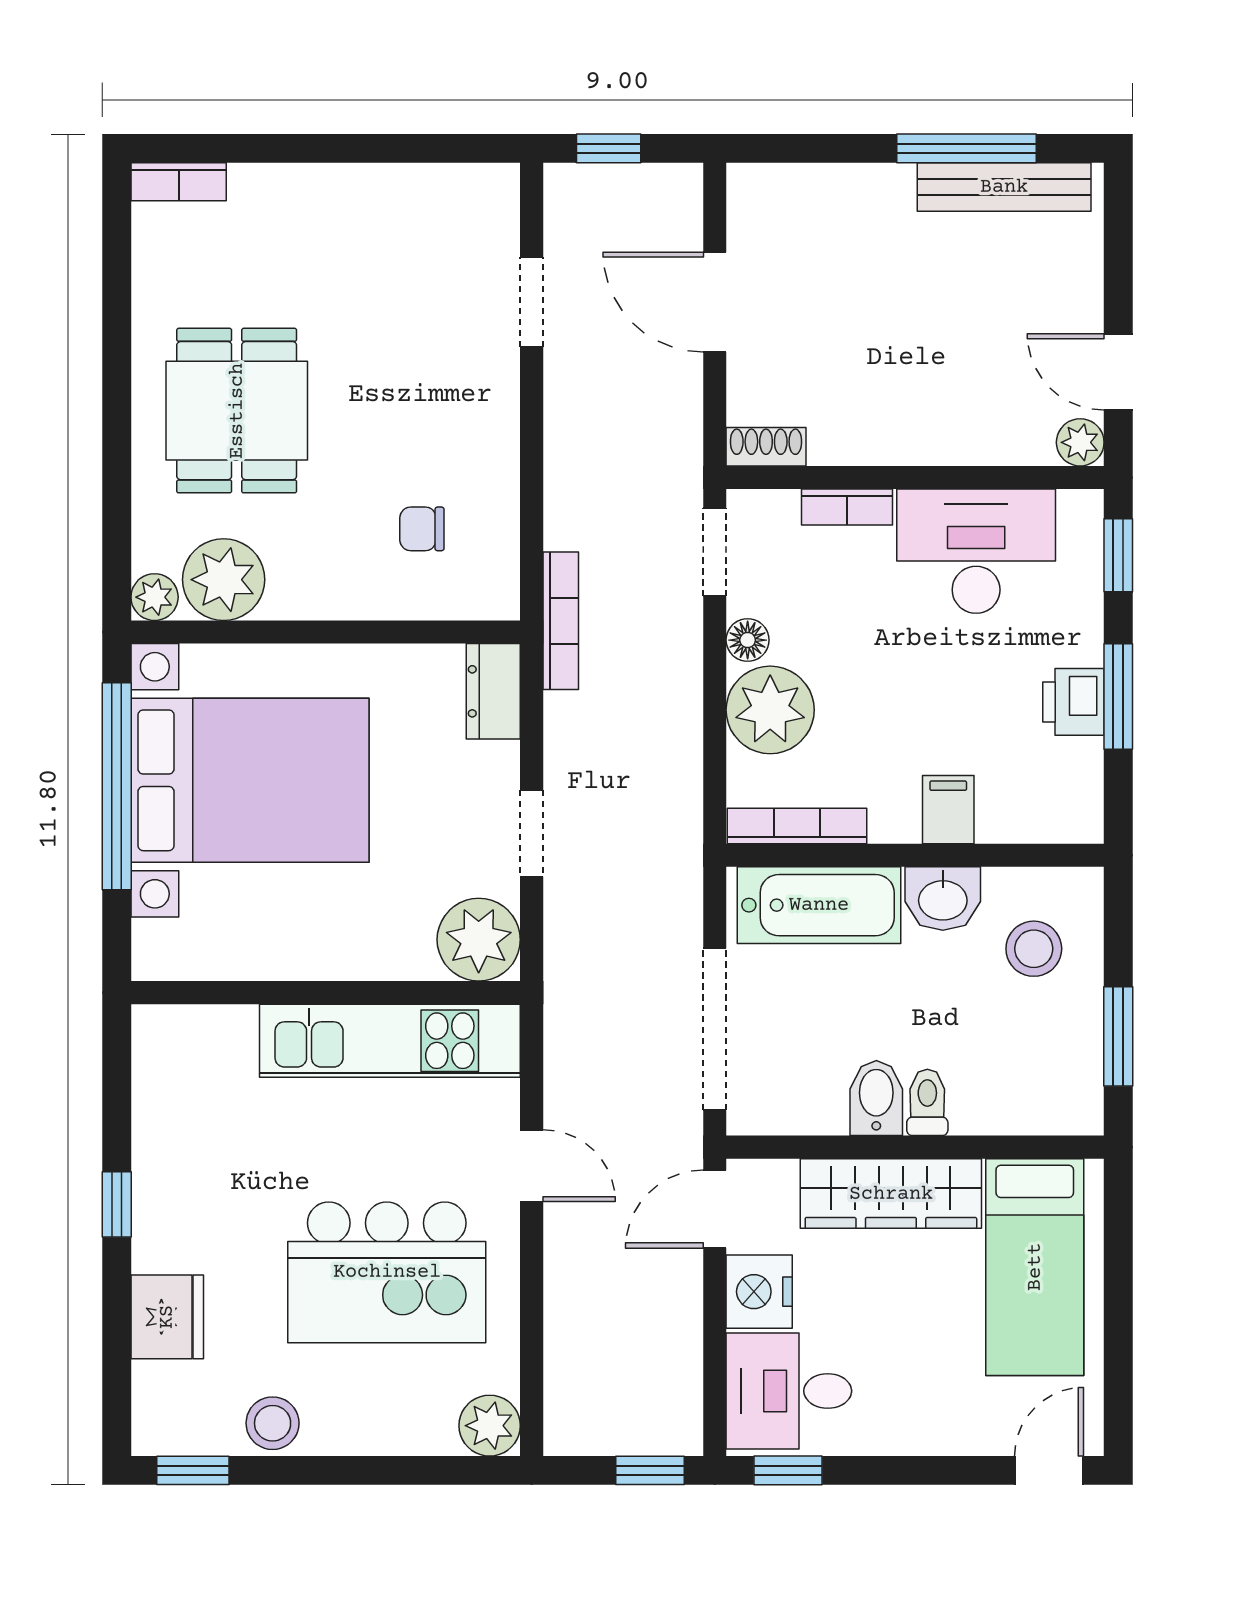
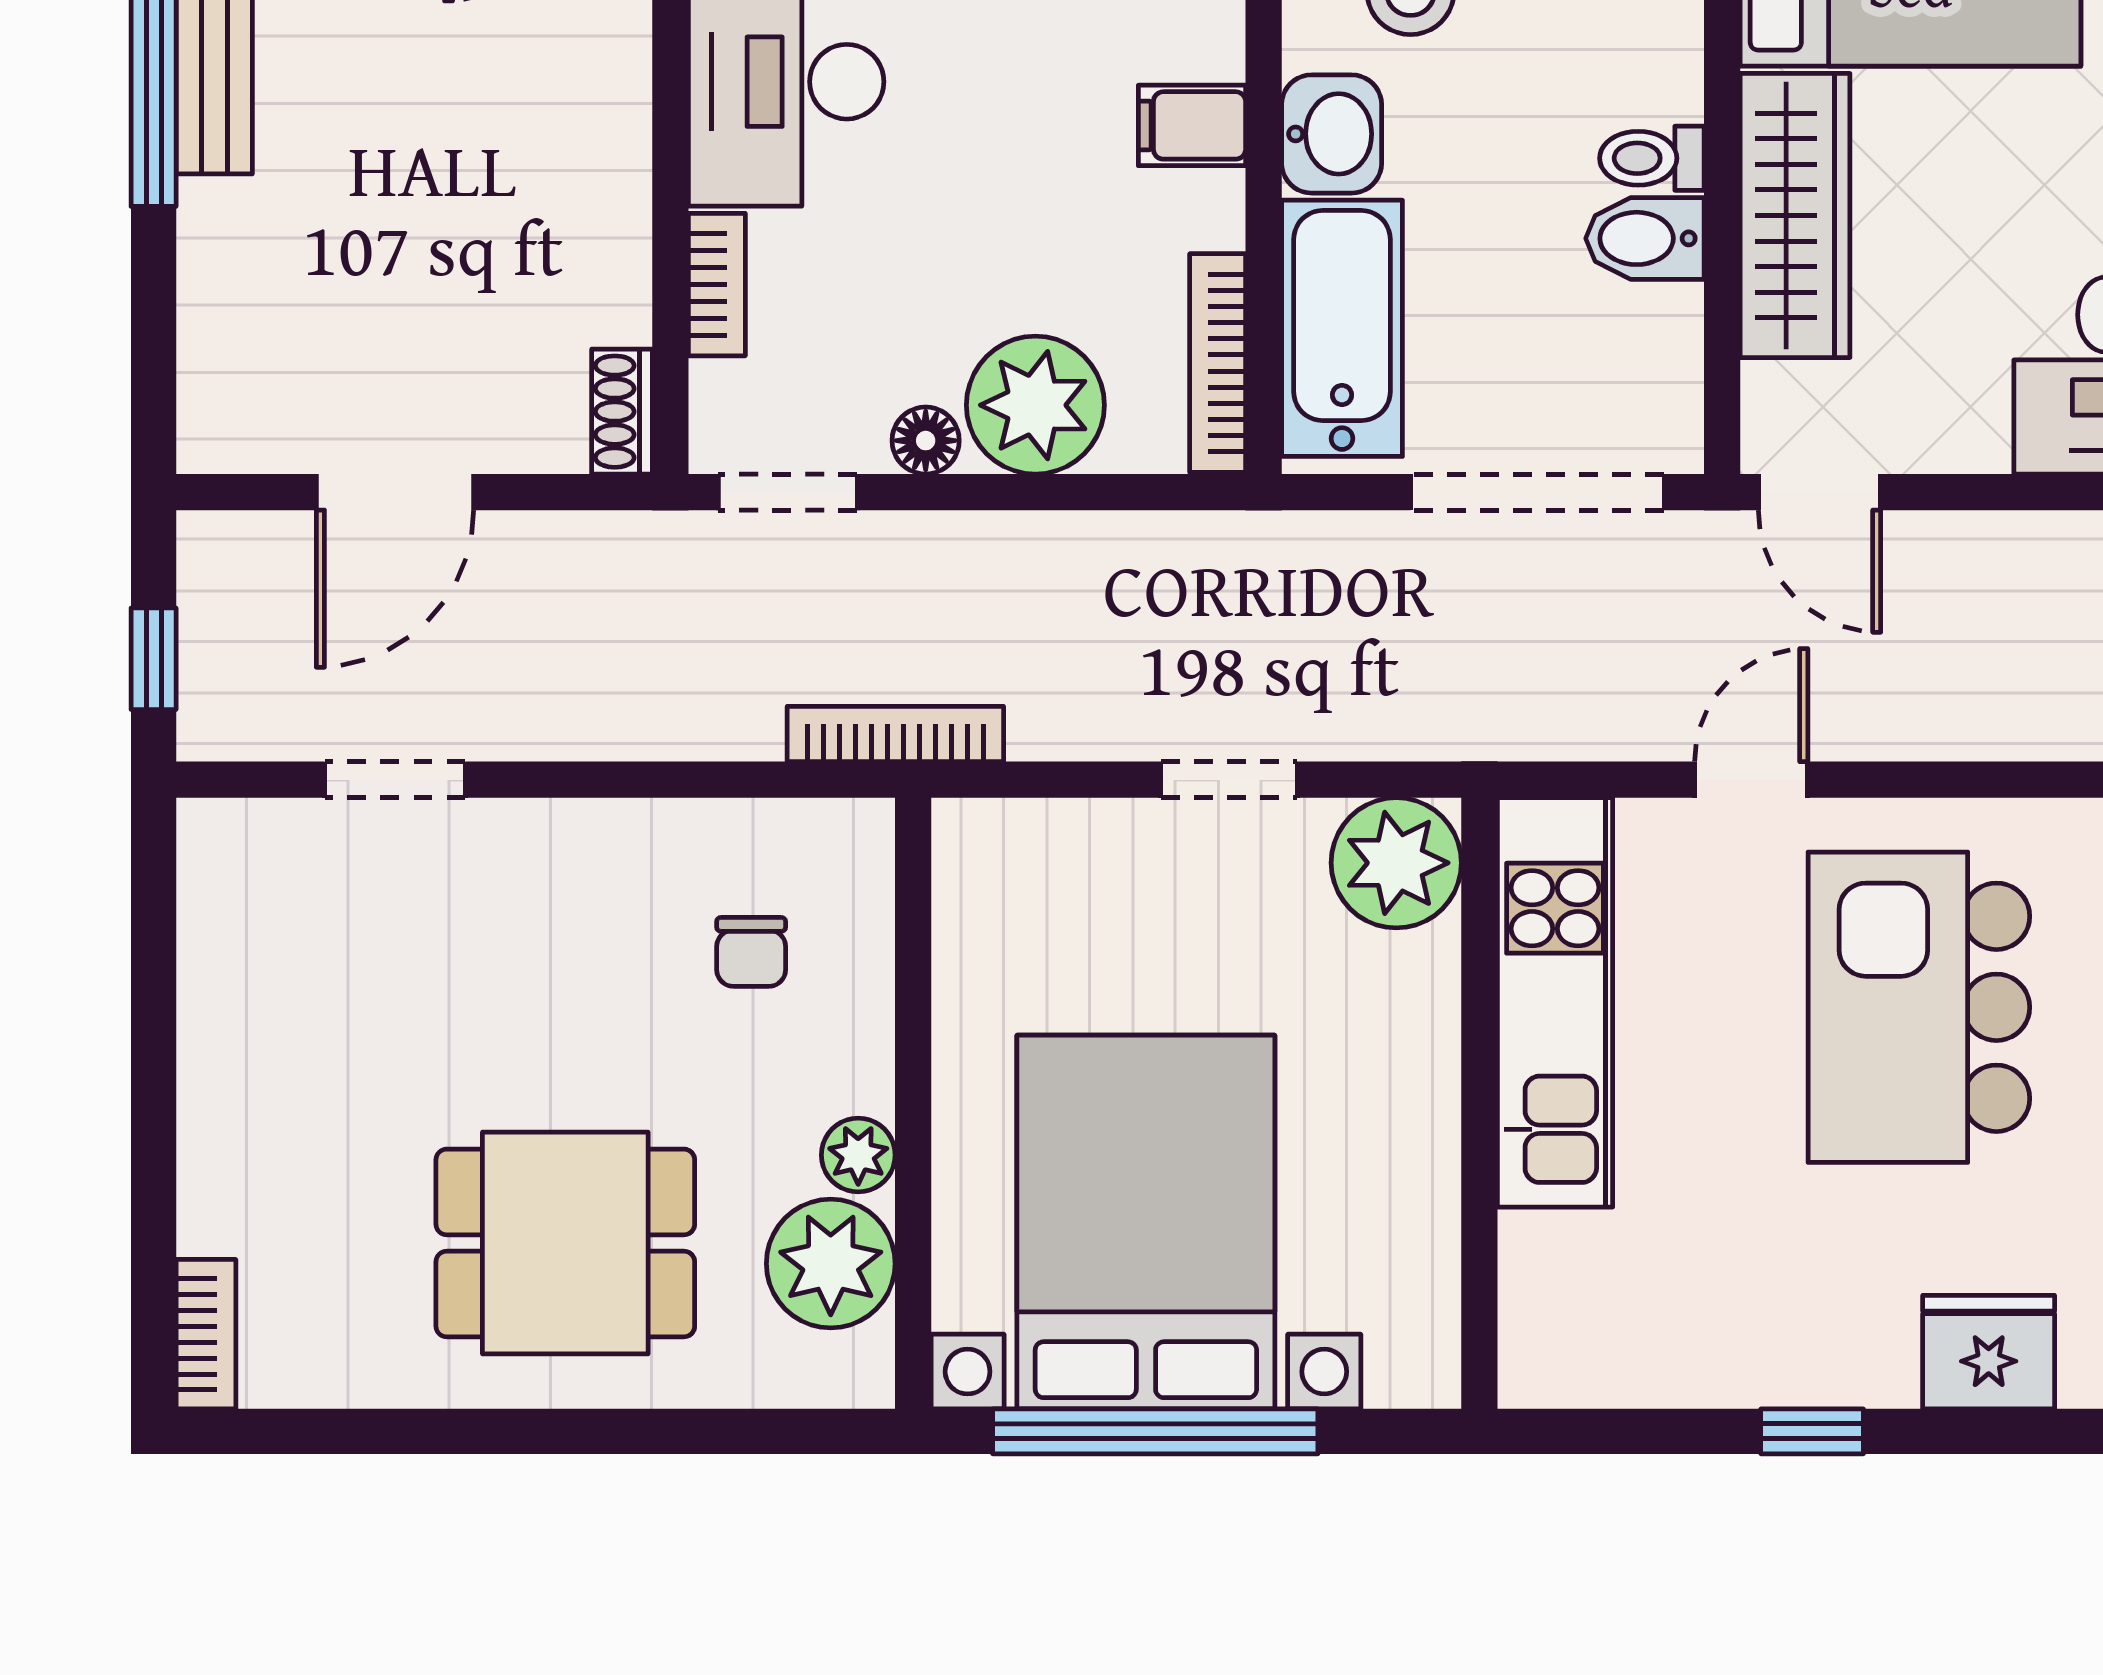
plant: (155, 597) -> (858, 1155), moved
dresser: (493, 691) -> (1006, 840), removed
kitchen island: (387, 1272) -> (1919, 1007), turned 180
nightstand: (759, 1292) -> (1949, 422), removed

